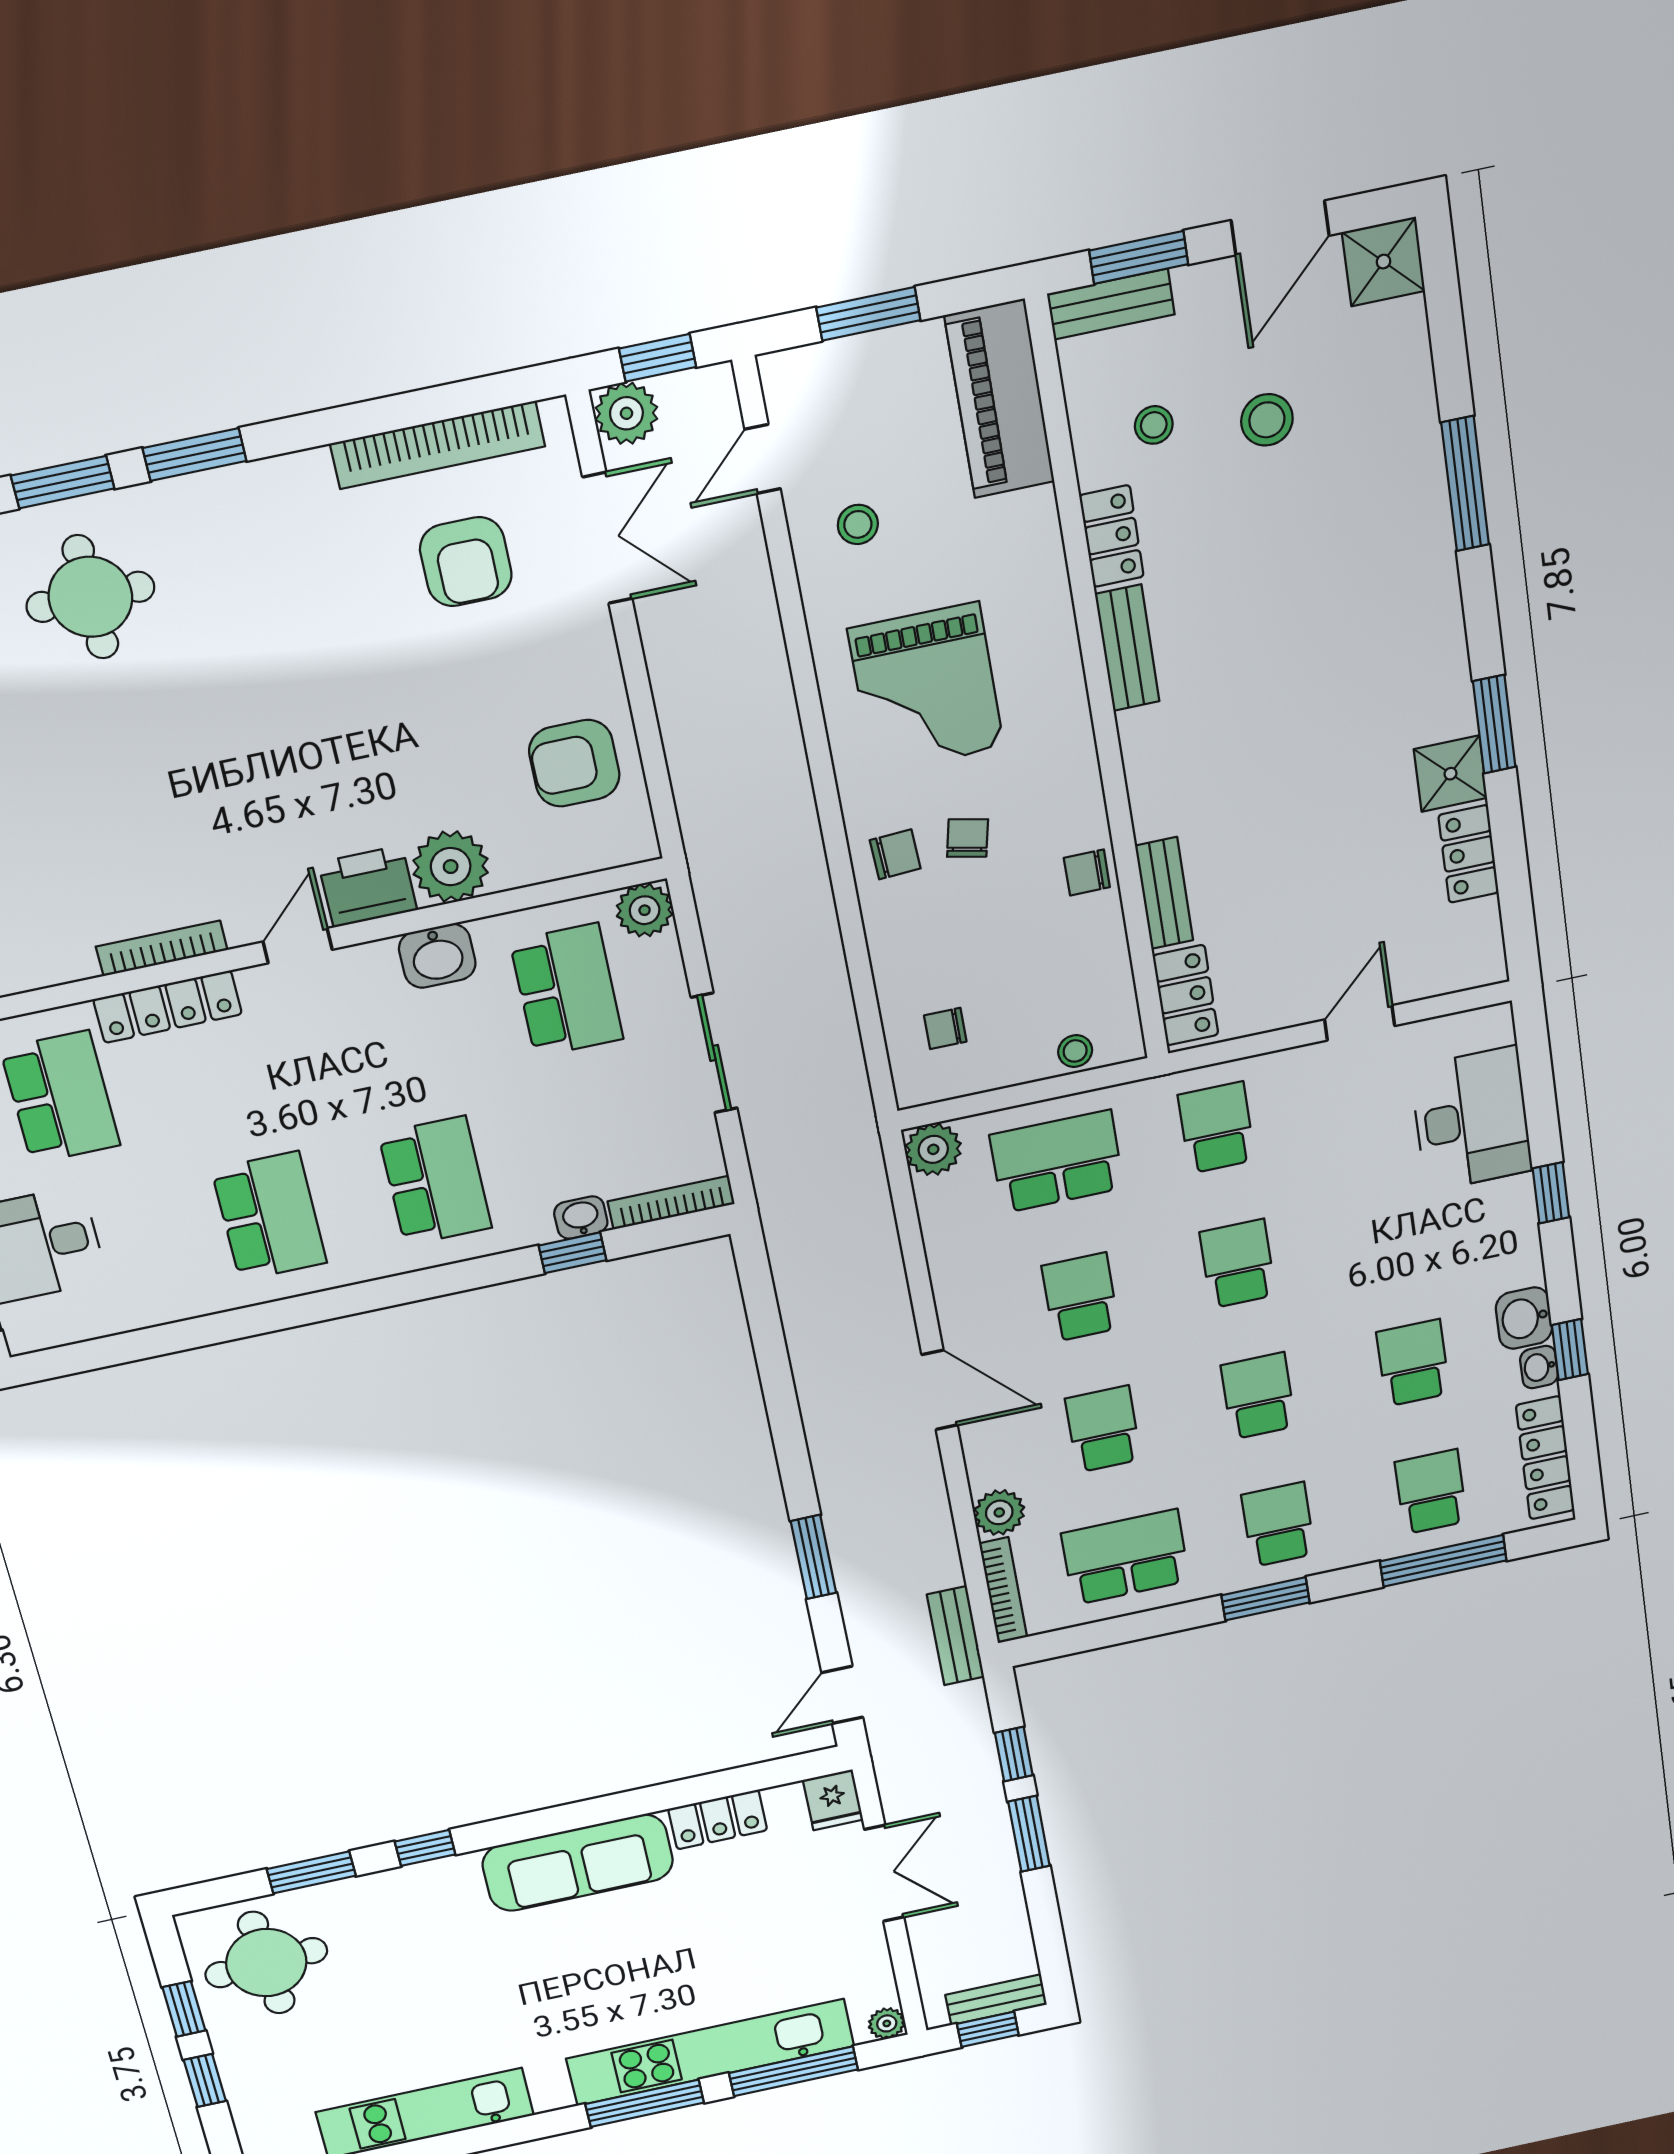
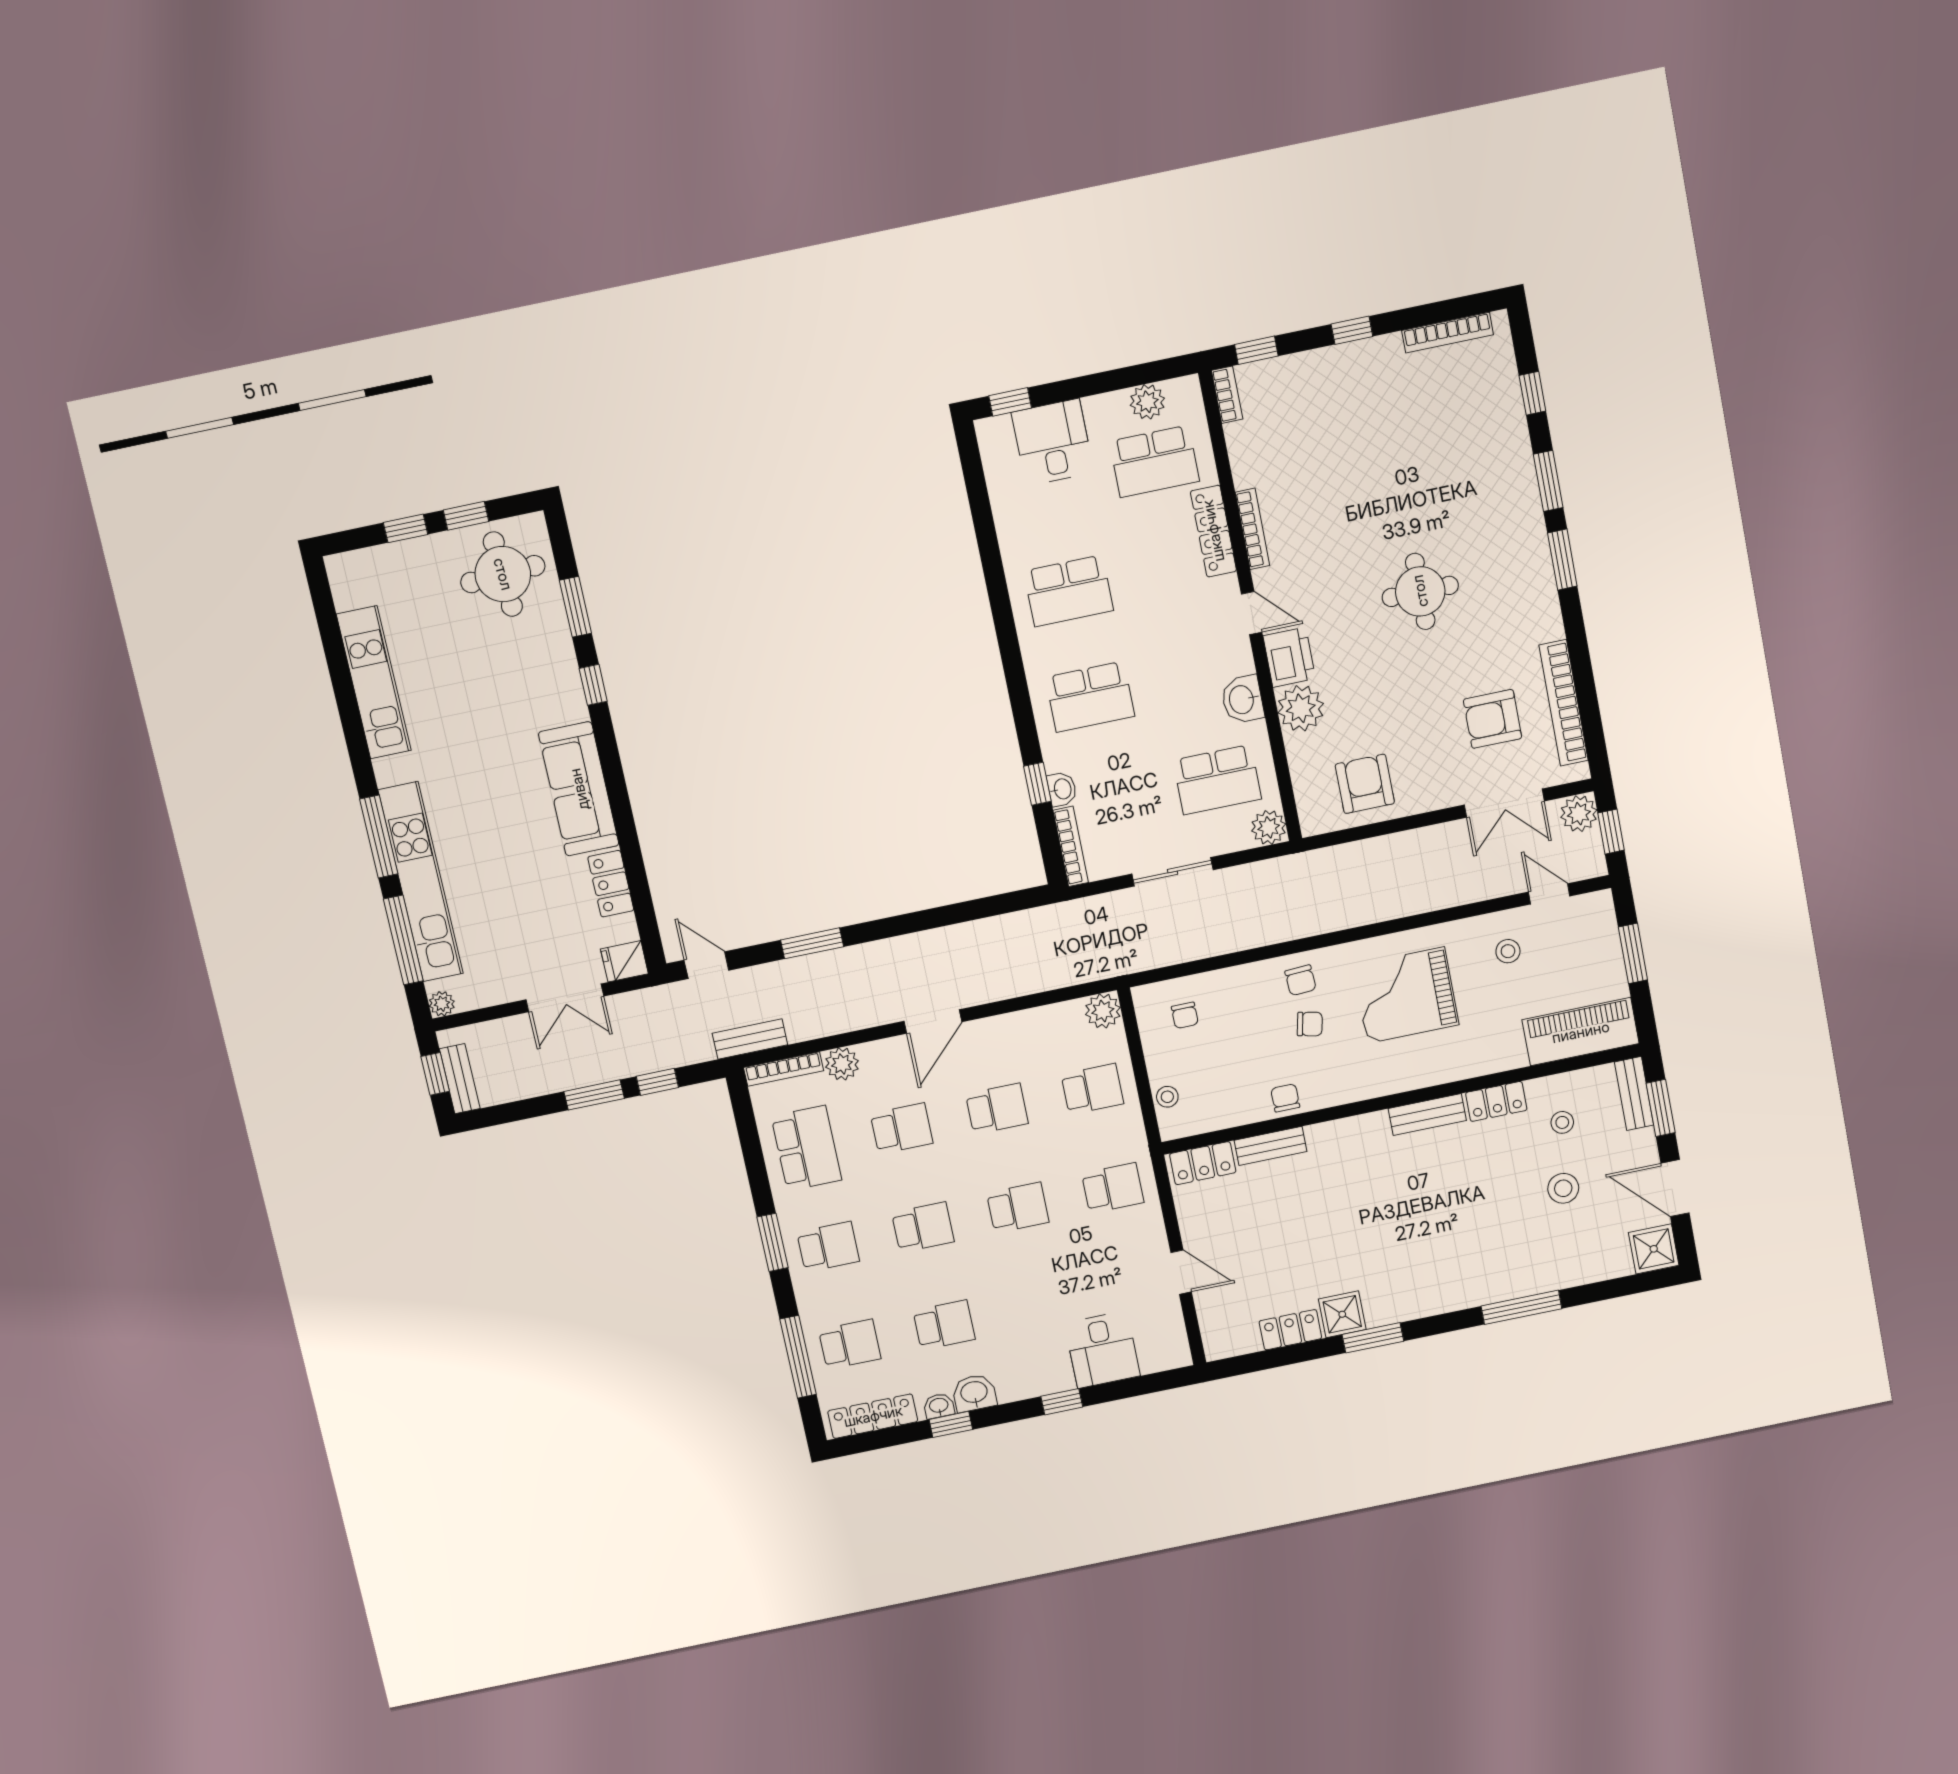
round table: (90, 597) -> (1420, 591), moved
chair: (945, 1028) -> (1185, 1015), turned 180
desk: (1472, 1119) -> (1102, 1350), width x0.73
school desk: (1057, 1162) -> (1092, 1089), width x0.54

